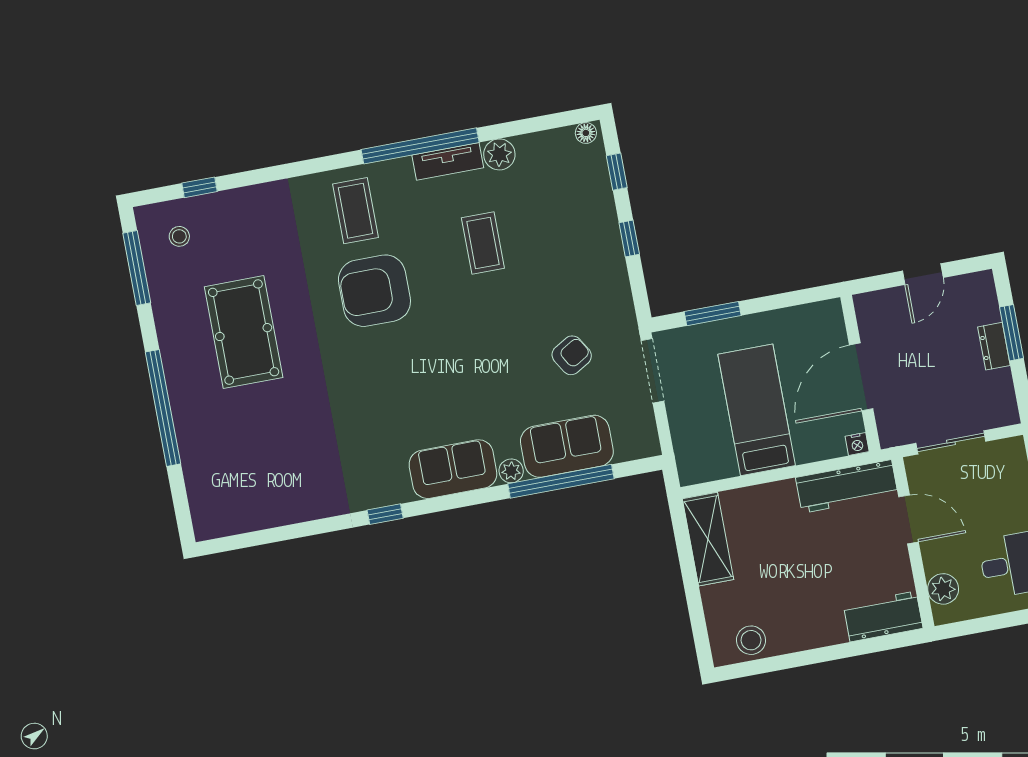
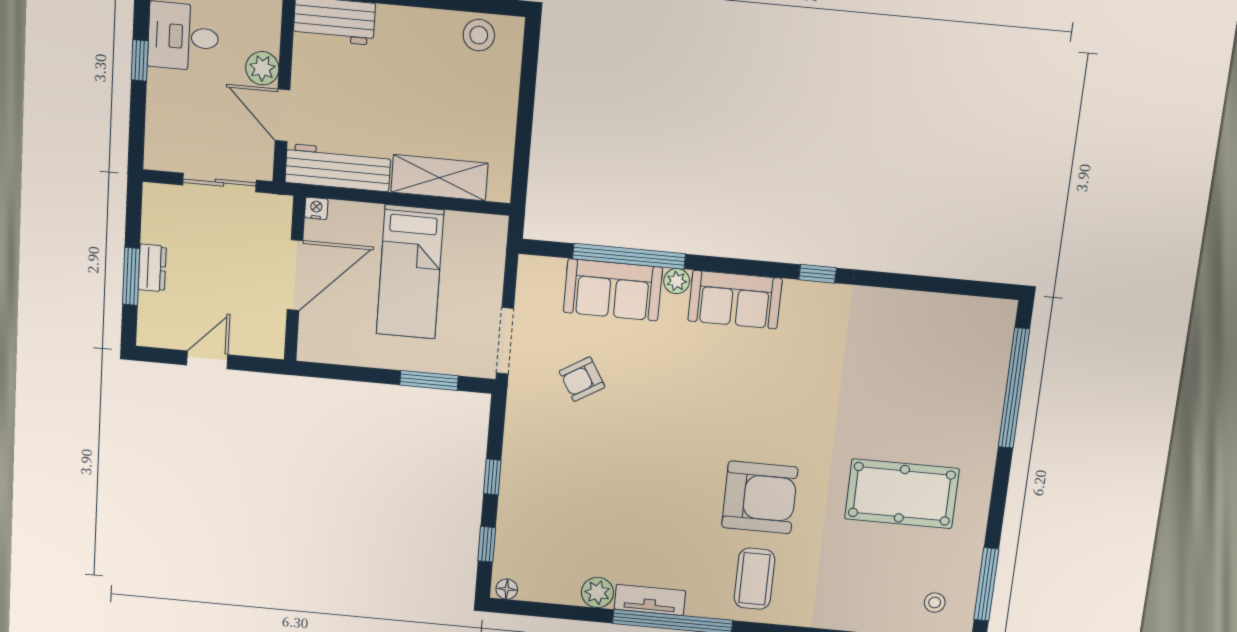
coffee table: (483, 243) -> (639, 513), removed
pool table: (244, 332) -> (902, 494), turned 90
window: (163, 408) -> (1014, 388), moved
shelving: (708, 539) -> (439, 178), moved, turned 90
plant: (943, 589) -> (262, 68), moved

